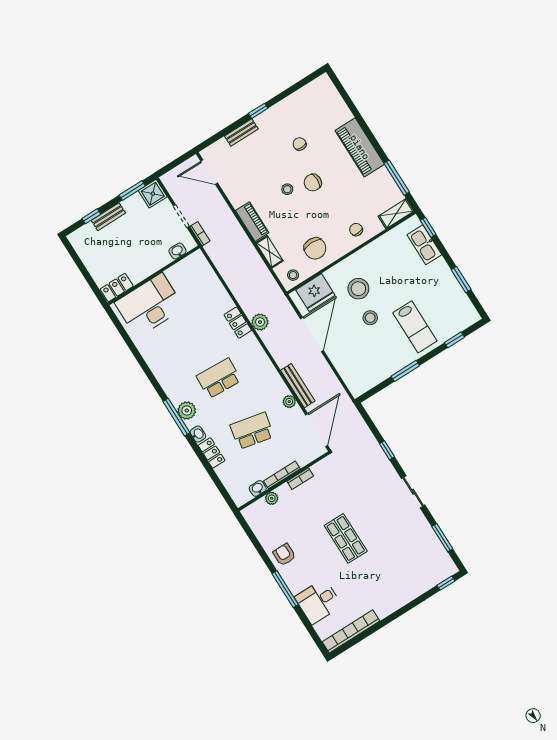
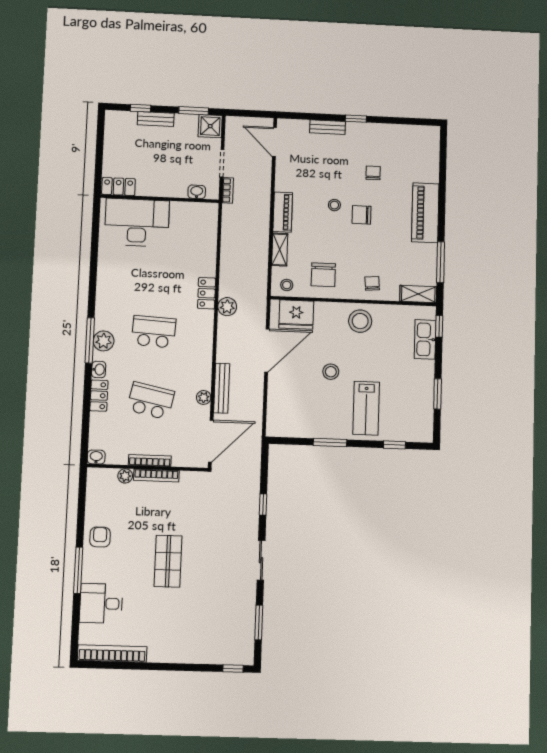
stool: (358, 289) -> (360, 321), moved
bookcase: (300, 479) -> (156, 476), width x1.56
washbasin: (258, 489) -> (96, 457), moved

